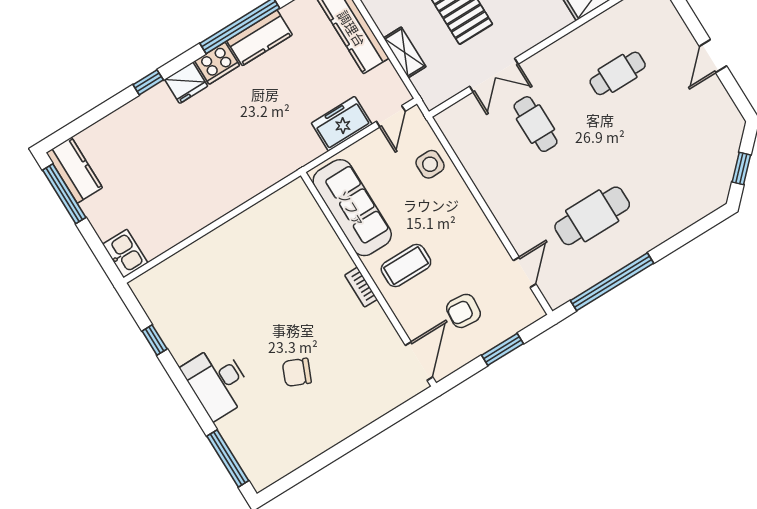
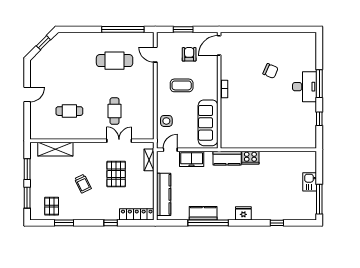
shelving: (405, 52) -> (149, 160), moved
cooker: (217, 63) -> (250, 158), moved, turned 180
window: (148, 82) -> (277, 223), moved
kitchen counter: (74, 170) -> (227, 158), moved, turned -90
kitchen sink: (125, 254) -> (310, 182), moved
coffee table: (406, 266) -> (182, 85), moved
door: (525, 272) -> (155, 55), hinge flipped
armchair: (463, 311) -> (189, 54), turned -95
window: (228, 458) -> (319, 84), moved

